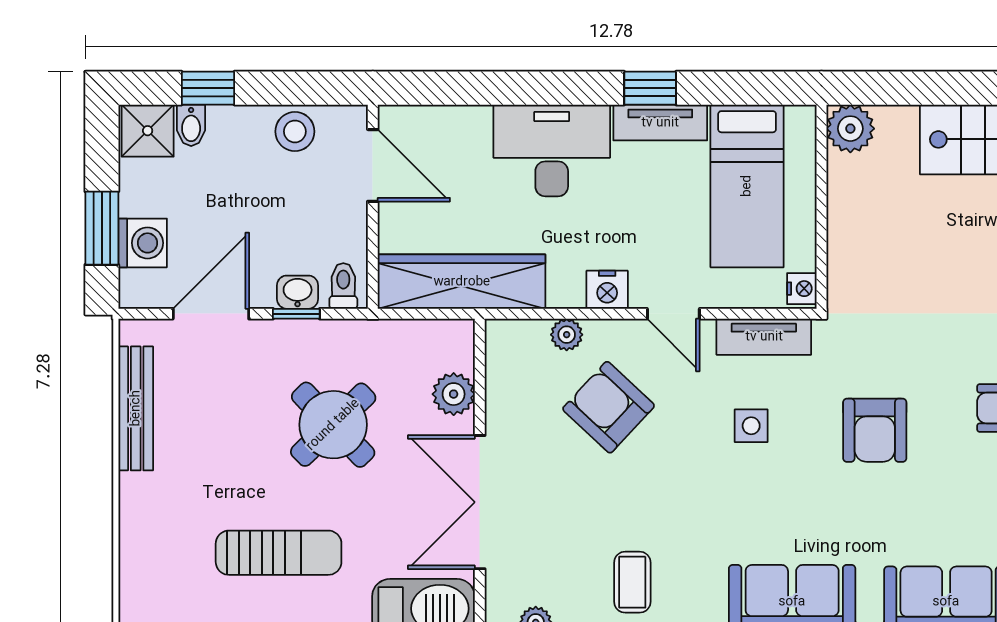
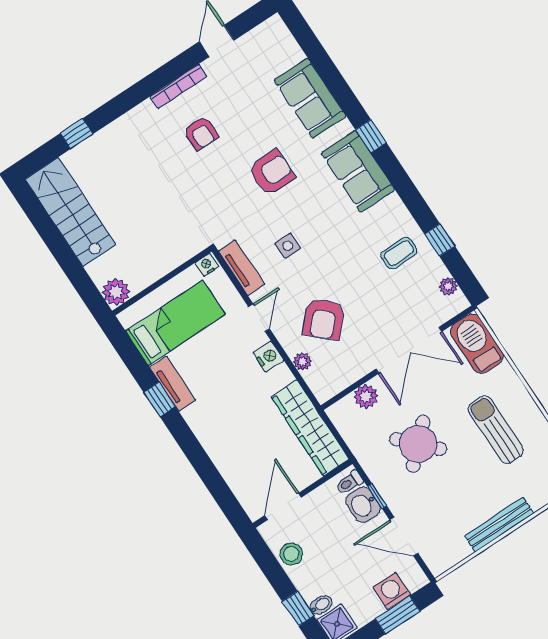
desk: (552, 150) -> (220, 426), removed
washbasin: (298, 292) -> (363, 505), width x1.38, depth x1.45
bench: (136, 408) -> (499, 525), moved
armchair: (875, 430) -> (272, 173), moved

